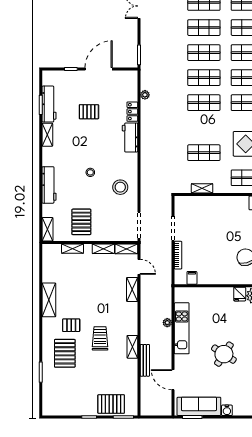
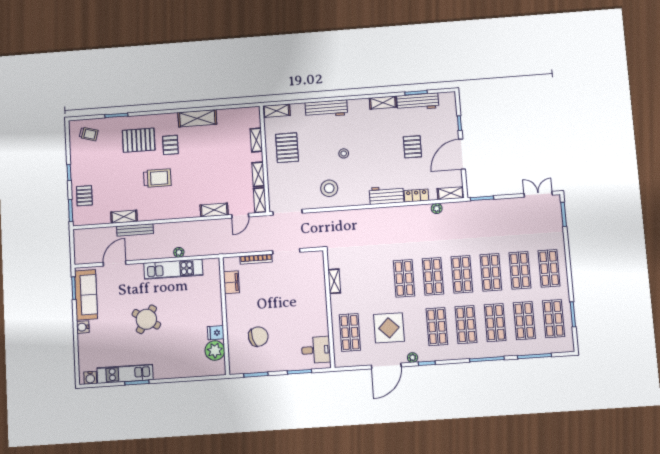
door: (99, 69) -> (462, 154), swing flipped
shelving: (132, 82) -> (451, 193), added
shop shelf: (204, 153) -> (404, 278), moved
pallet: (81, 222) -> (287, 148), turned 90
filing cabinet: (192, 278) -> (231, 282), width x2.00
shelving: (132, 347) -> (124, 217), moved
trolley: (56, 398) -> (89, 134), added
pallet: (111, 404) -> (84, 196), width x0.67, depth x0.71

